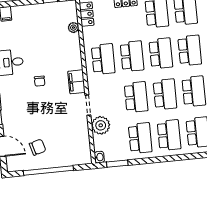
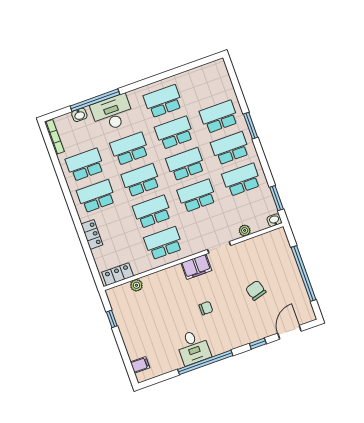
plant: (101, 125) -> (245, 230), width x0.53, depth x0.53
chair: (38, 147) -> (256, 290), moved
window: (184, 157) -> (251, 126), added

